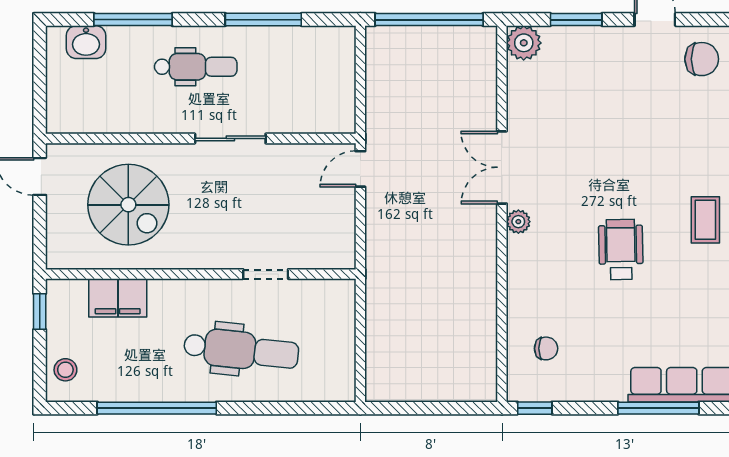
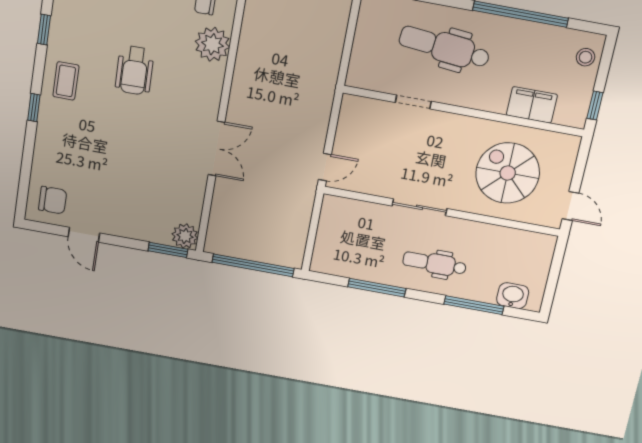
window: (576, 20) -> (168, 250), moved
chair: (702, 59) -> (53, 200), turned 180
plant: (518, 222) -> (212, 44), moved, width x1.87, depth x1.87

